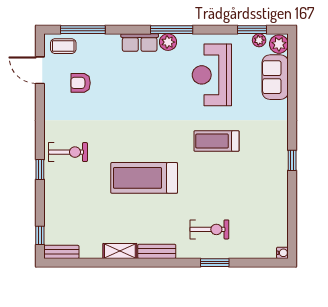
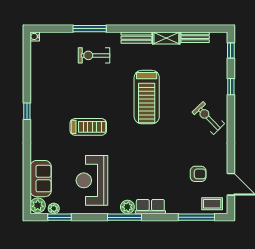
reception desk: (212, 75) -> (92, 180), turned 180
exercise bike: (68, 152) -> (208, 118), turned 46
window: (40, 170) -> (231, 87), moved
treadmill: (144, 178) -> (147, 97), turned 90
bench: (61, 252) -> (195, 37), moved
window: (215, 263) -> (90, 29), width x1.44

